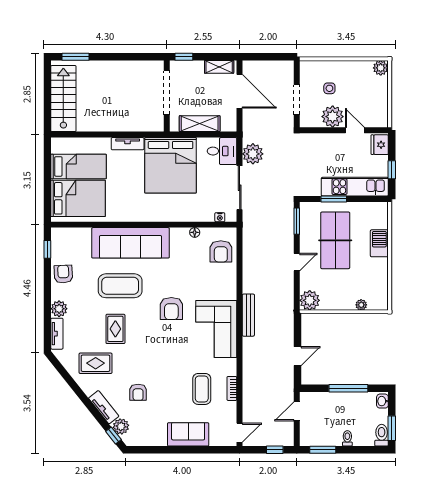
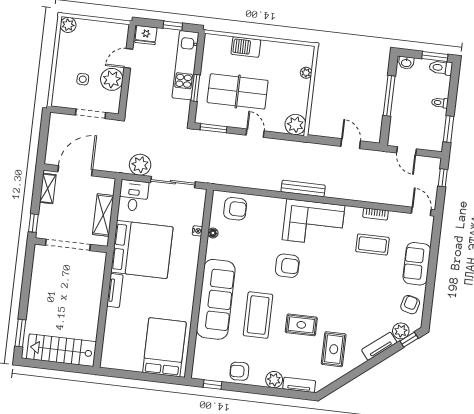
bed: (78, 166) -> (132, 343), removed
nightstand: (220, 217) -> (197, 231), moved
armchair: (138, 392) -> (410, 305), moved, turned -76

